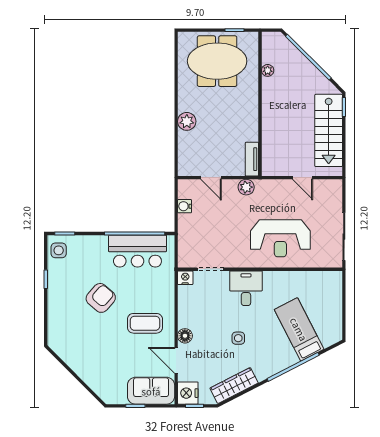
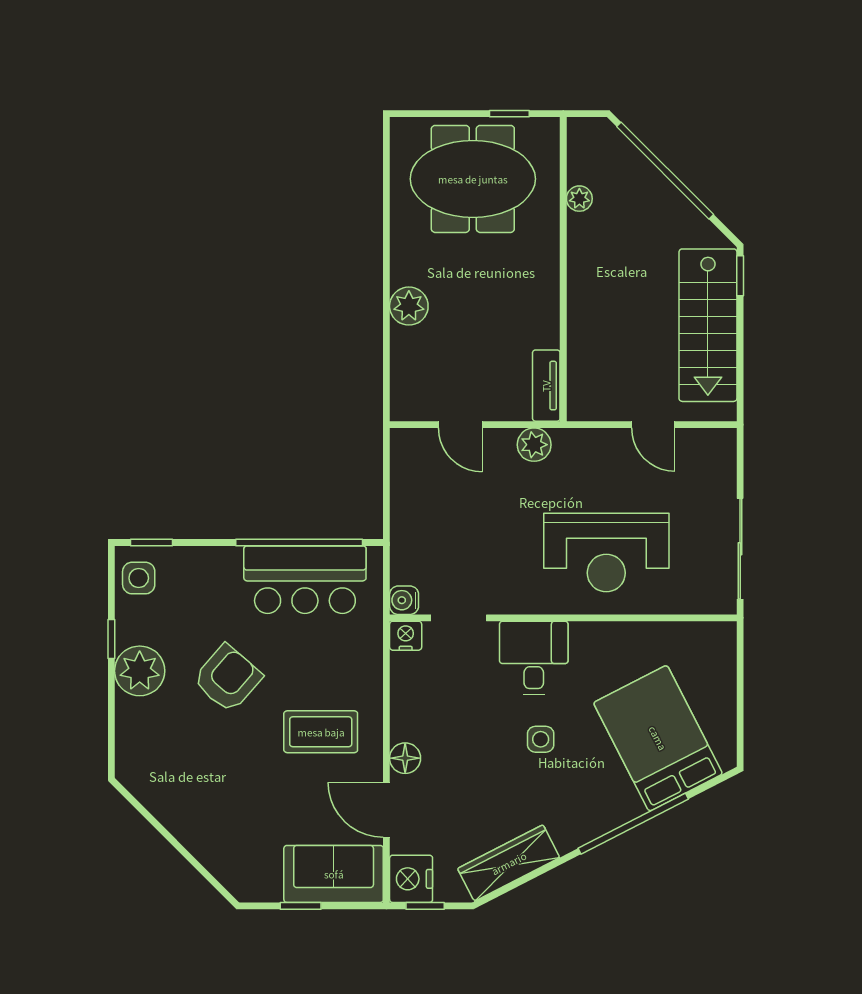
water cooler: (184, 206) -> (404, 600), moved
plant: (59, 294) -> (140, 671), added
bed: (299, 329) -> (658, 738), width x1.50
side table: (238, 338) -> (541, 739), moved

